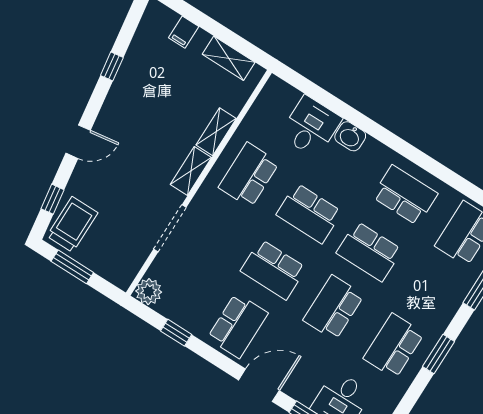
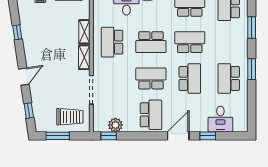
trolley: (72, 224) -> (70, 117), moved, turned 90
school desk: (369, 251) -> (190, 42), turned 180
school desk: (273, 269) -> (151, 78), turned 180
plant: (149, 292) -> (115, 125), moved
school desk: (334, 308) -> (190, 78), turned 180
window: (176, 333) -> (109, 136), moved

